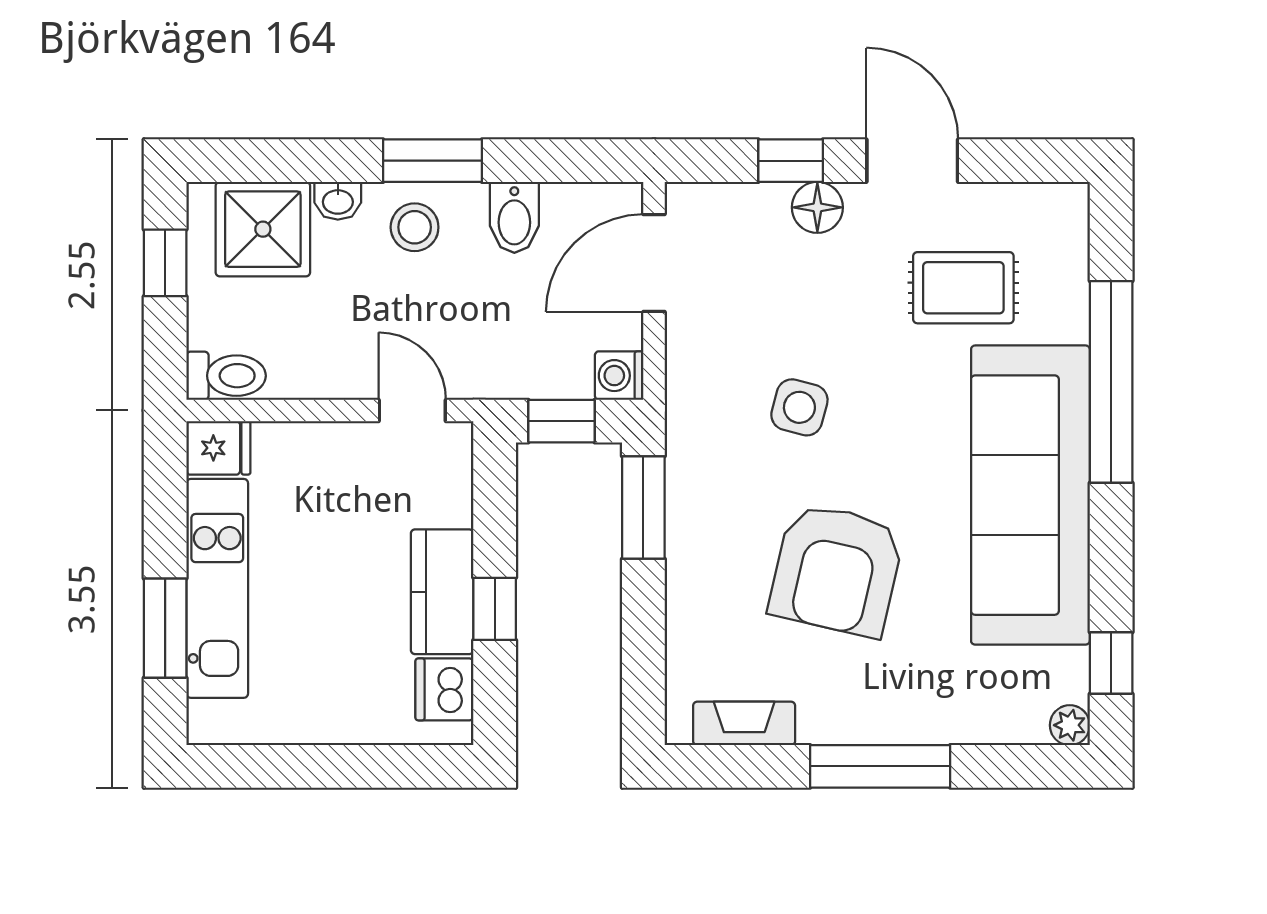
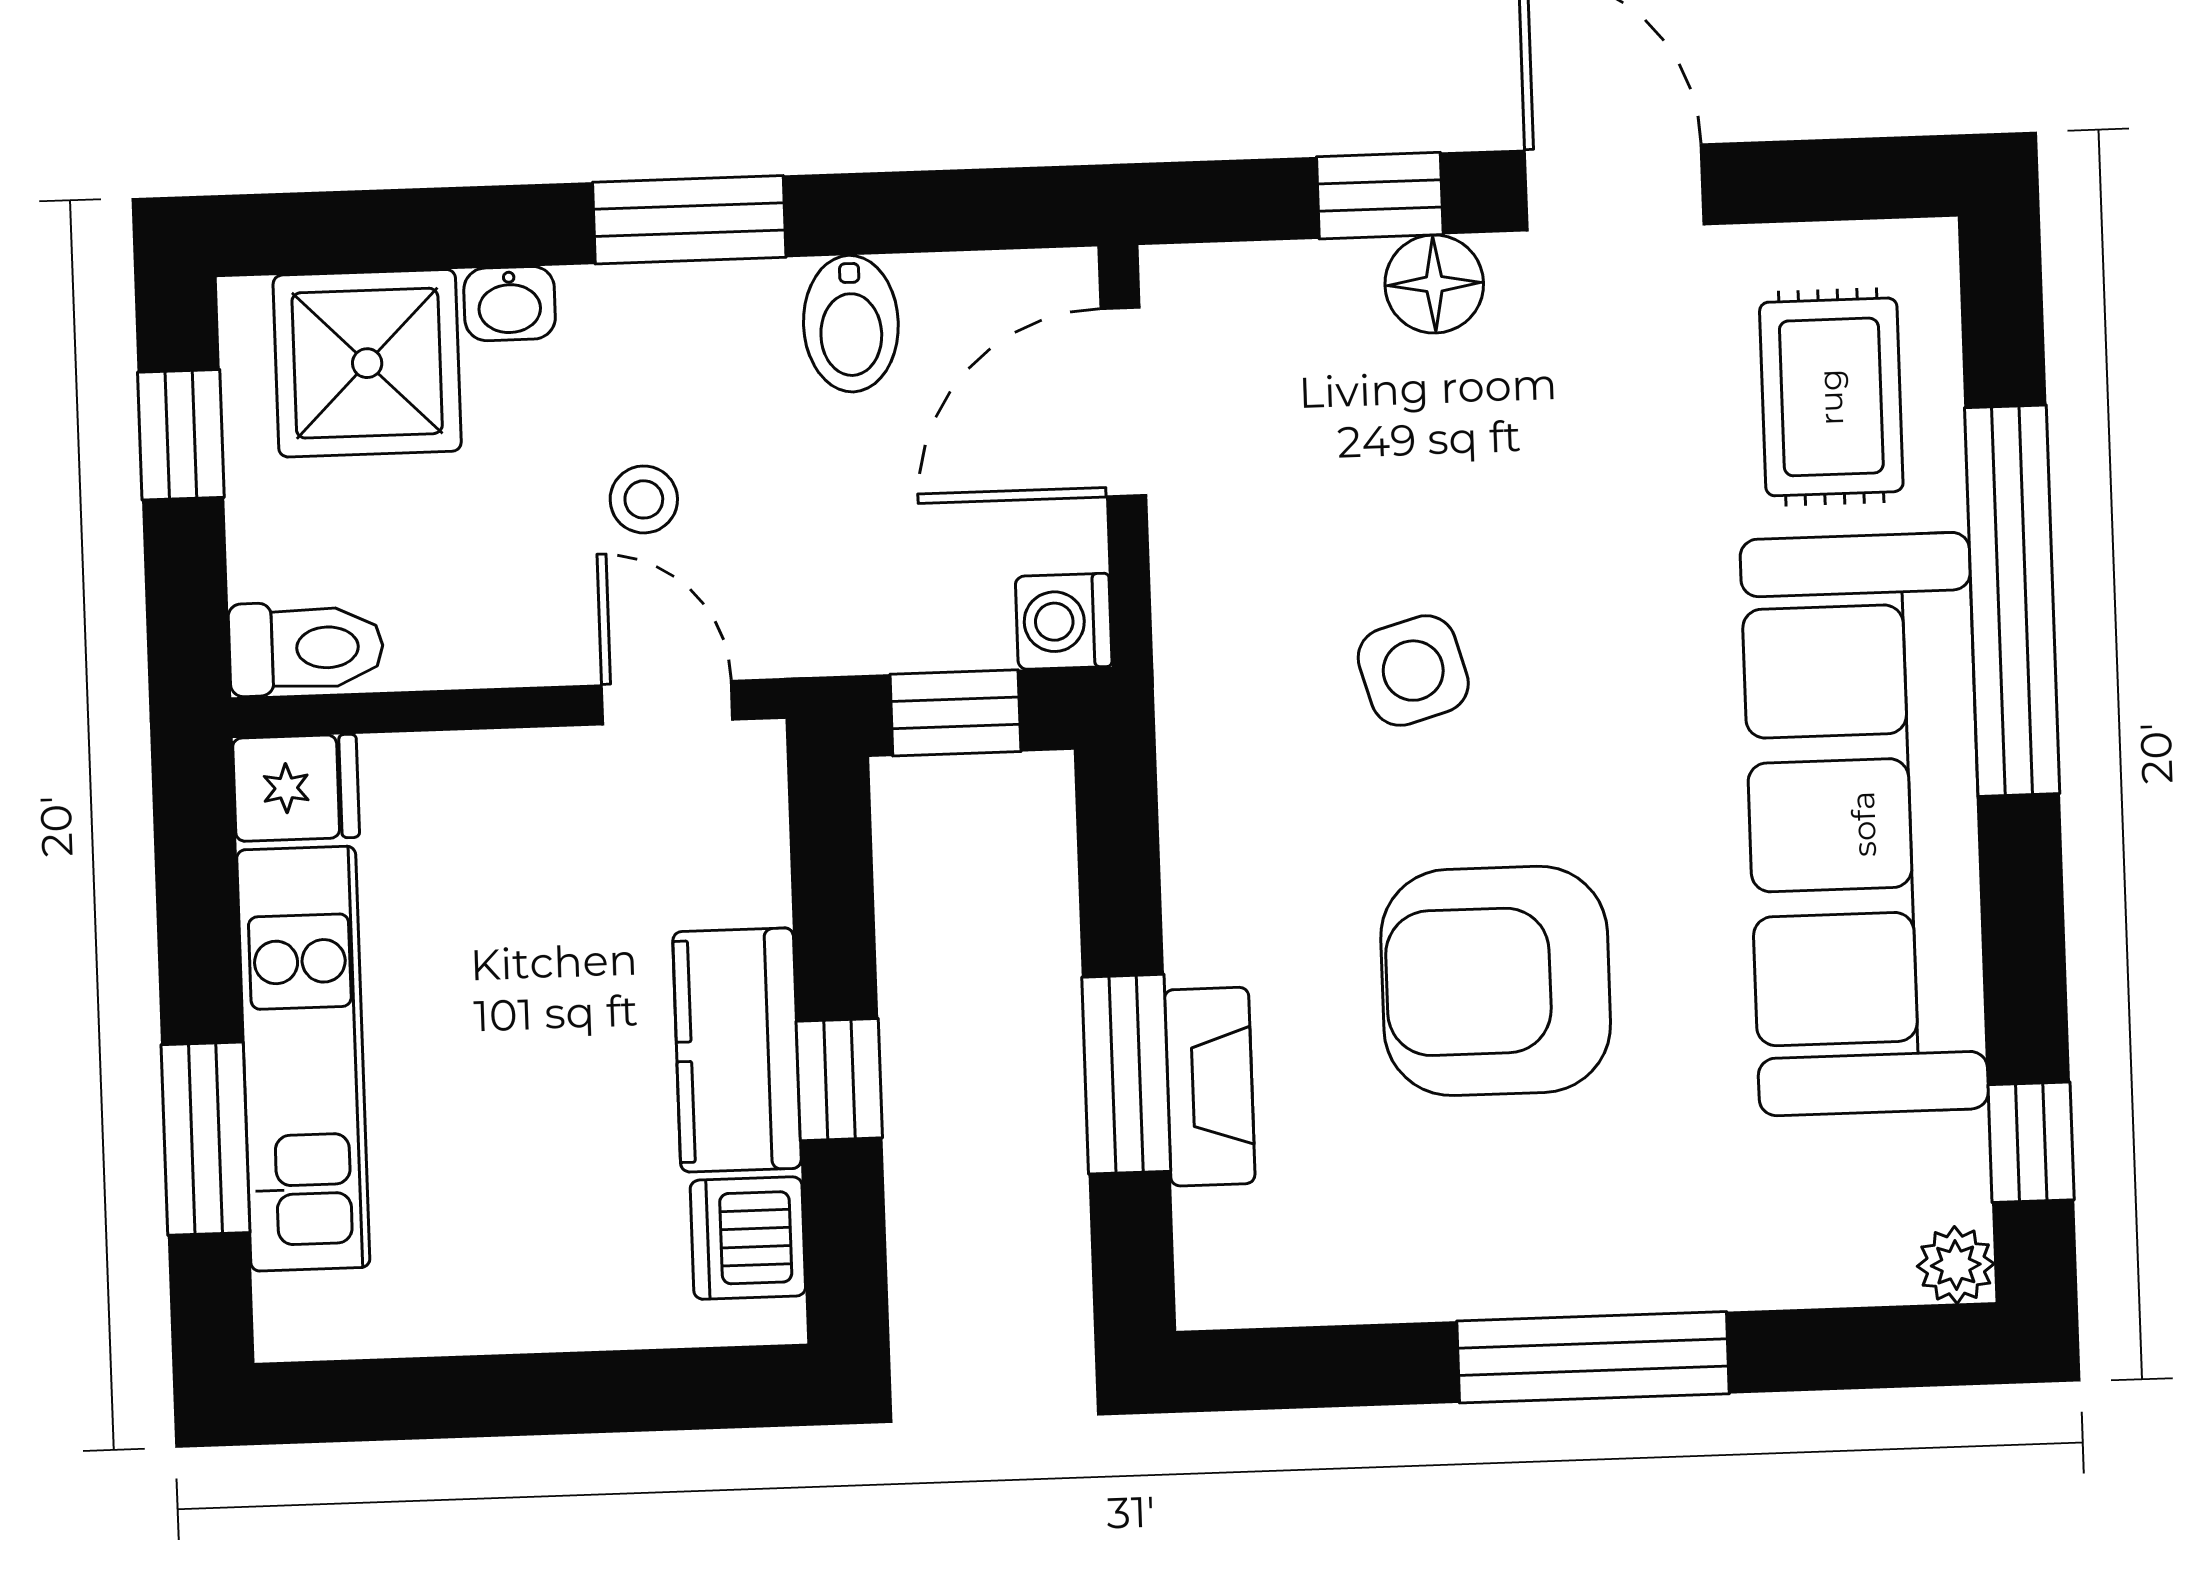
stool: (415, 227) -> (644, 499), moved, width x0.73, depth x0.73
rug: (963, 288) -> (1831, 397), moved, turned 90
side table: (799, 407) -> (1413, 671), turned -31
window: (643, 507) -> (1126, 1074), moved
armchair: (837, 570) -> (1496, 981), turned 77
fireplace: (744, 723) -> (1210, 1087), moved, turned 90

